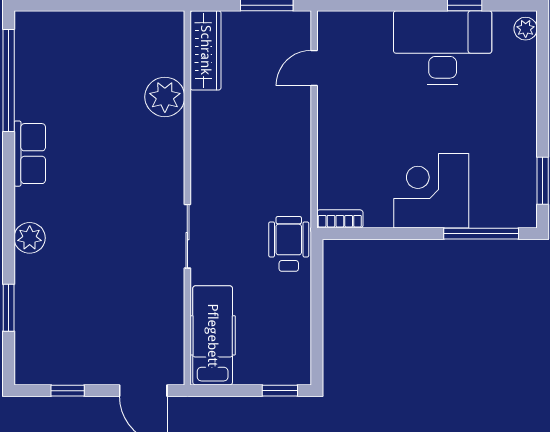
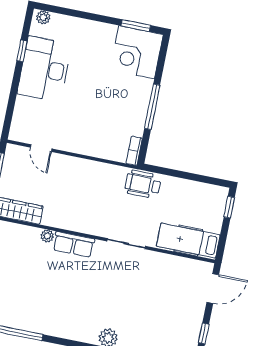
plant: (165, 97) -> (47, 236), width x0.53, depth x0.53
row of seats: (30, 154) -> (74, 244), moved, turned 180
corner desk: (431, 191) -> (137, 52), moved
window: (481, 234) -> (152, 107), moved

